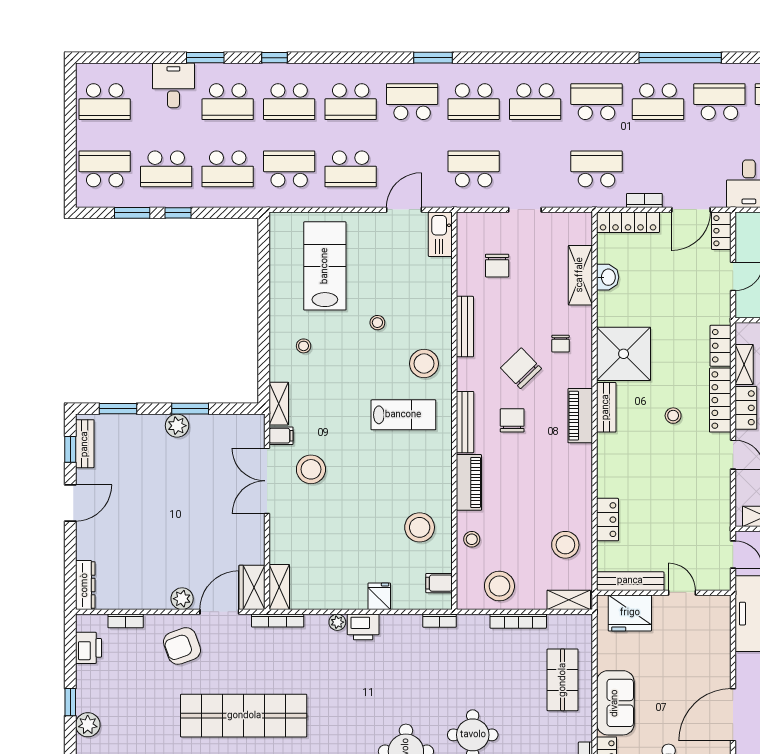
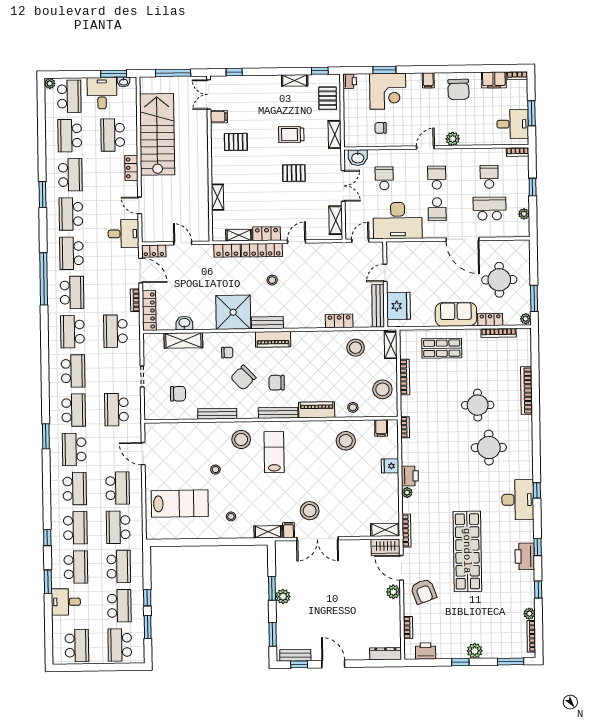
kitchen sink: (440, 234) -> (158, 430), removed
lab bench: (325, 266) -> (180, 504), turned 180

